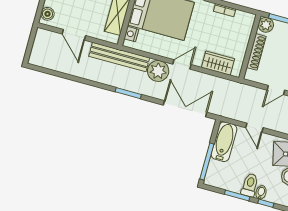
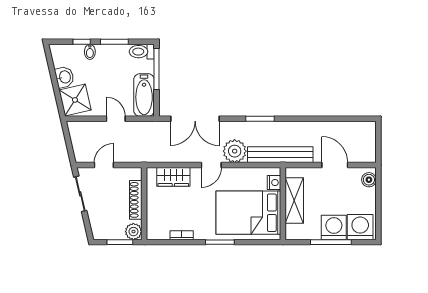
toilet: (250, 185) -> (142, 52), moved, turned 90

